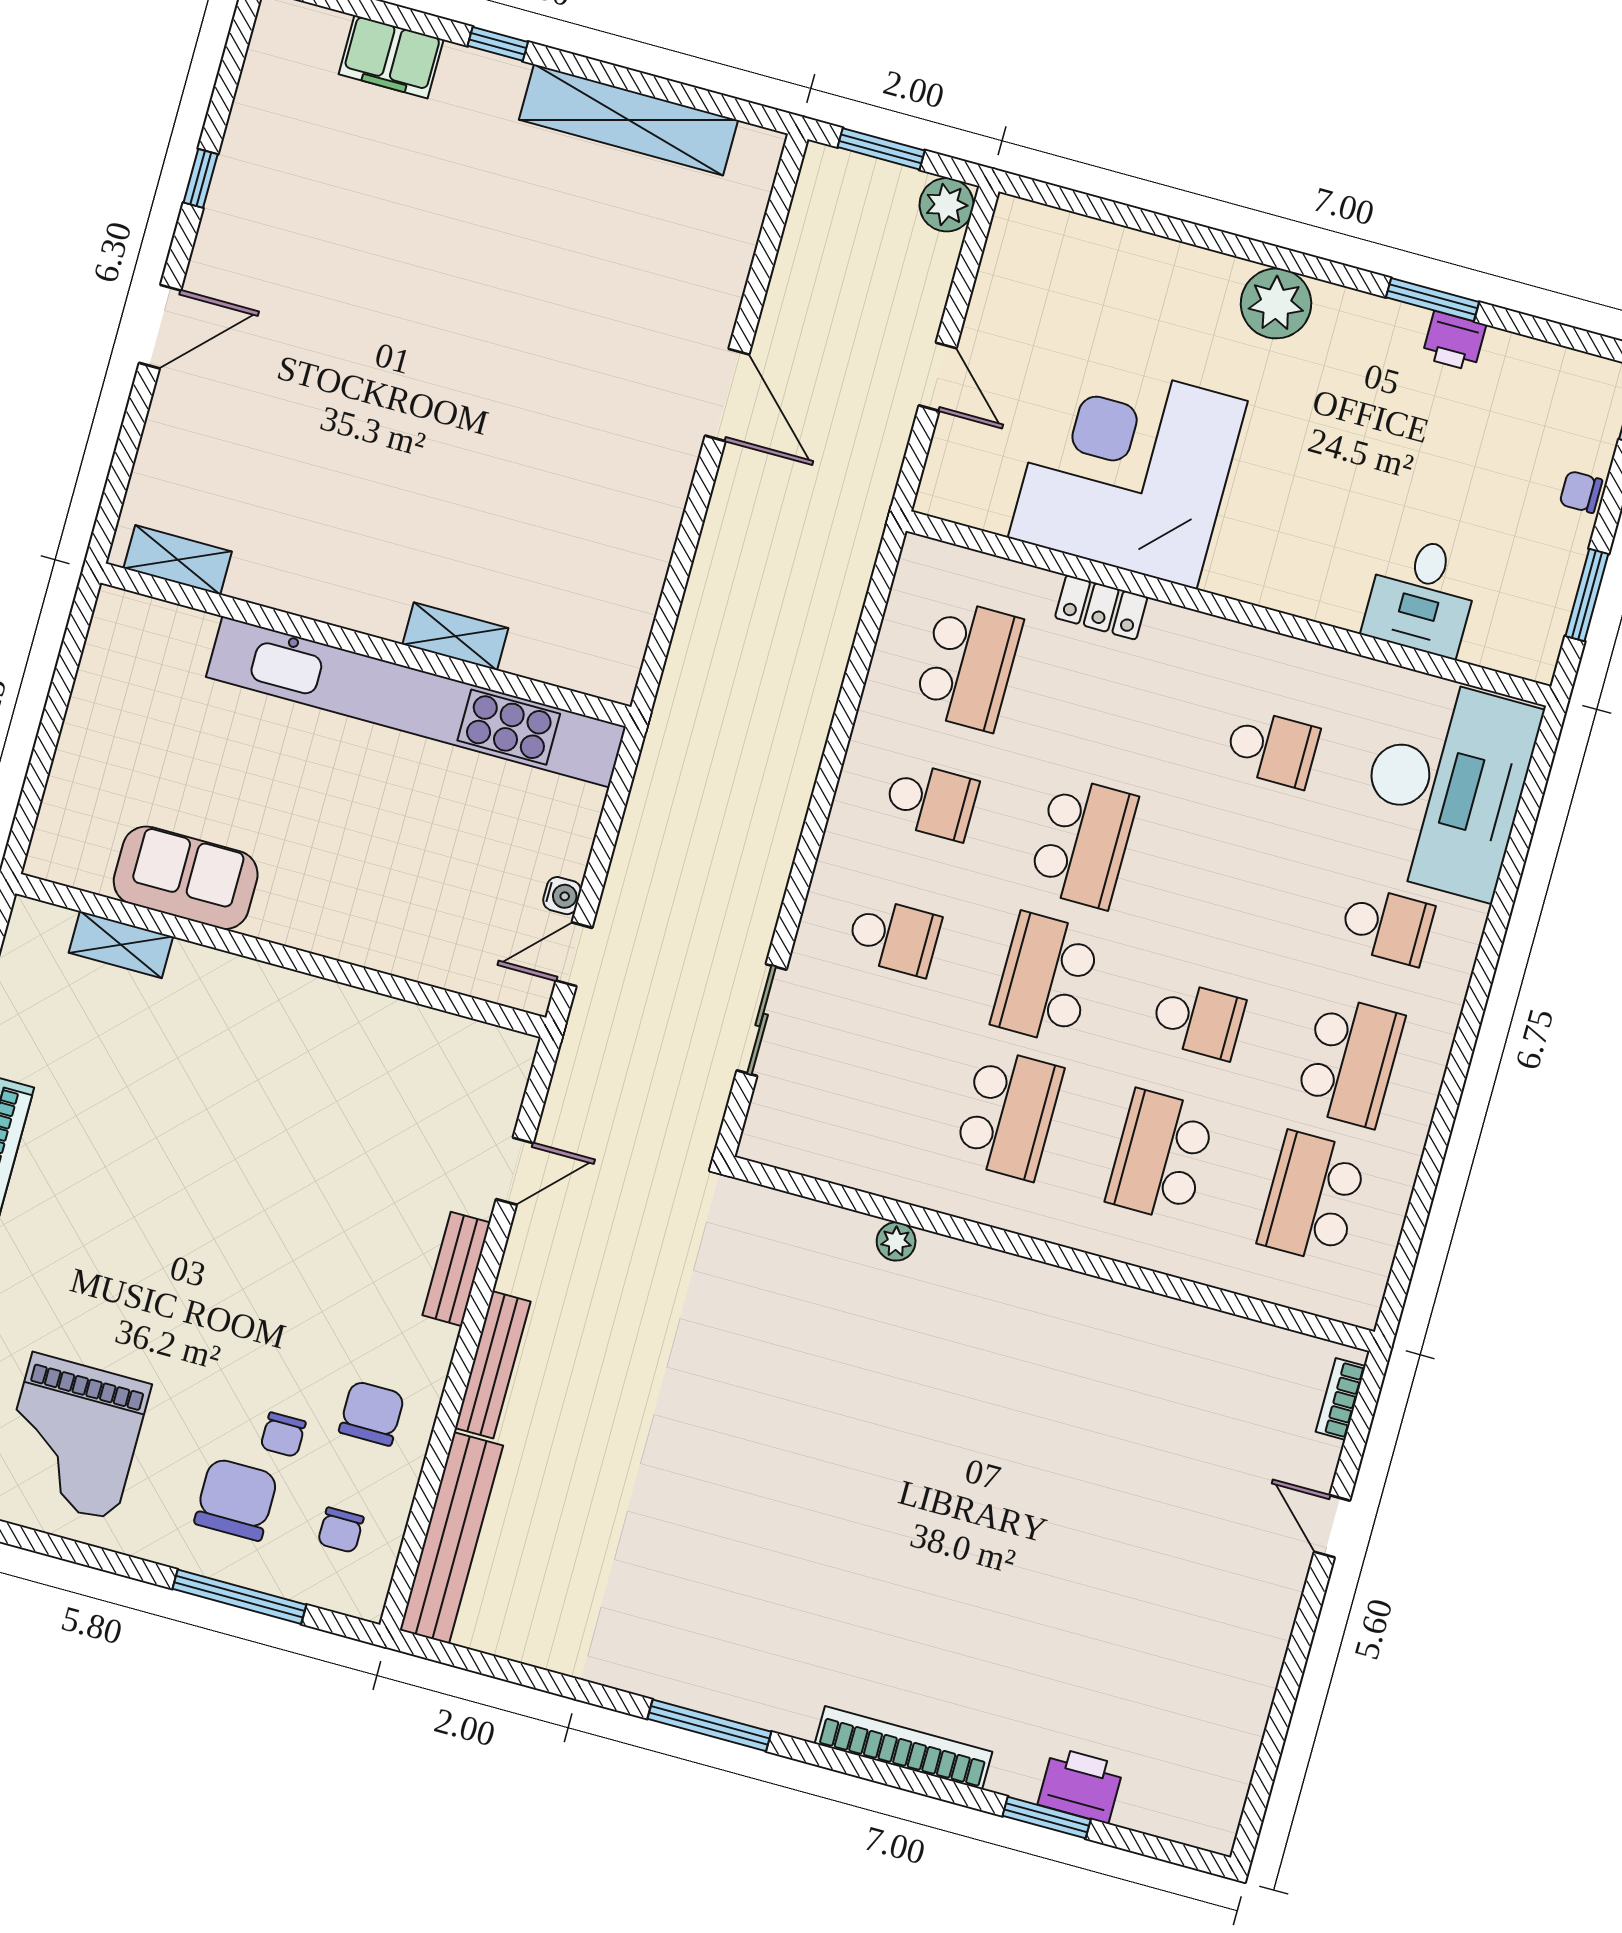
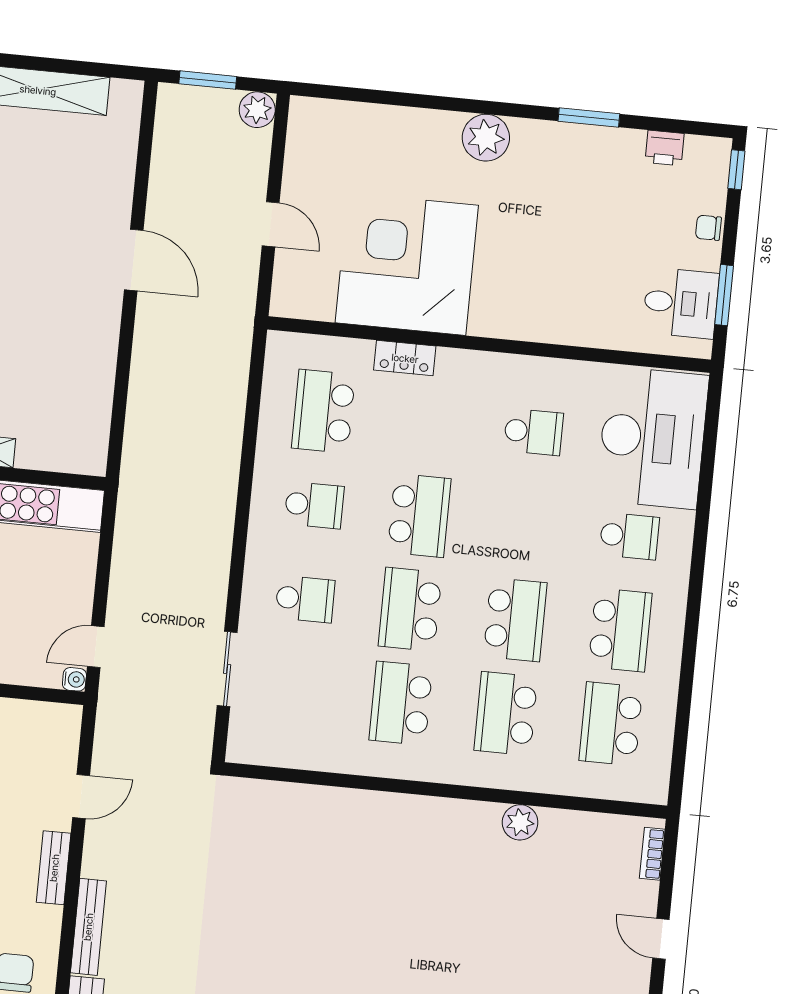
printer: (1454, 341) -> (665, 148), moved
desk: (1422, 596) -> (681, 303), moved, turned -90
school desk: (968, 665) -> (323, 411), turned 180
water cooler: (562, 896) -> (74, 679), moved
school desk: (1198, 1020) -> (515, 620), width x1.85
school desk: (1009, 1114) -> (401, 703), turned 180
plant: (896, 1241) -> (520, 822), moved, width x1.38, depth x1.38

